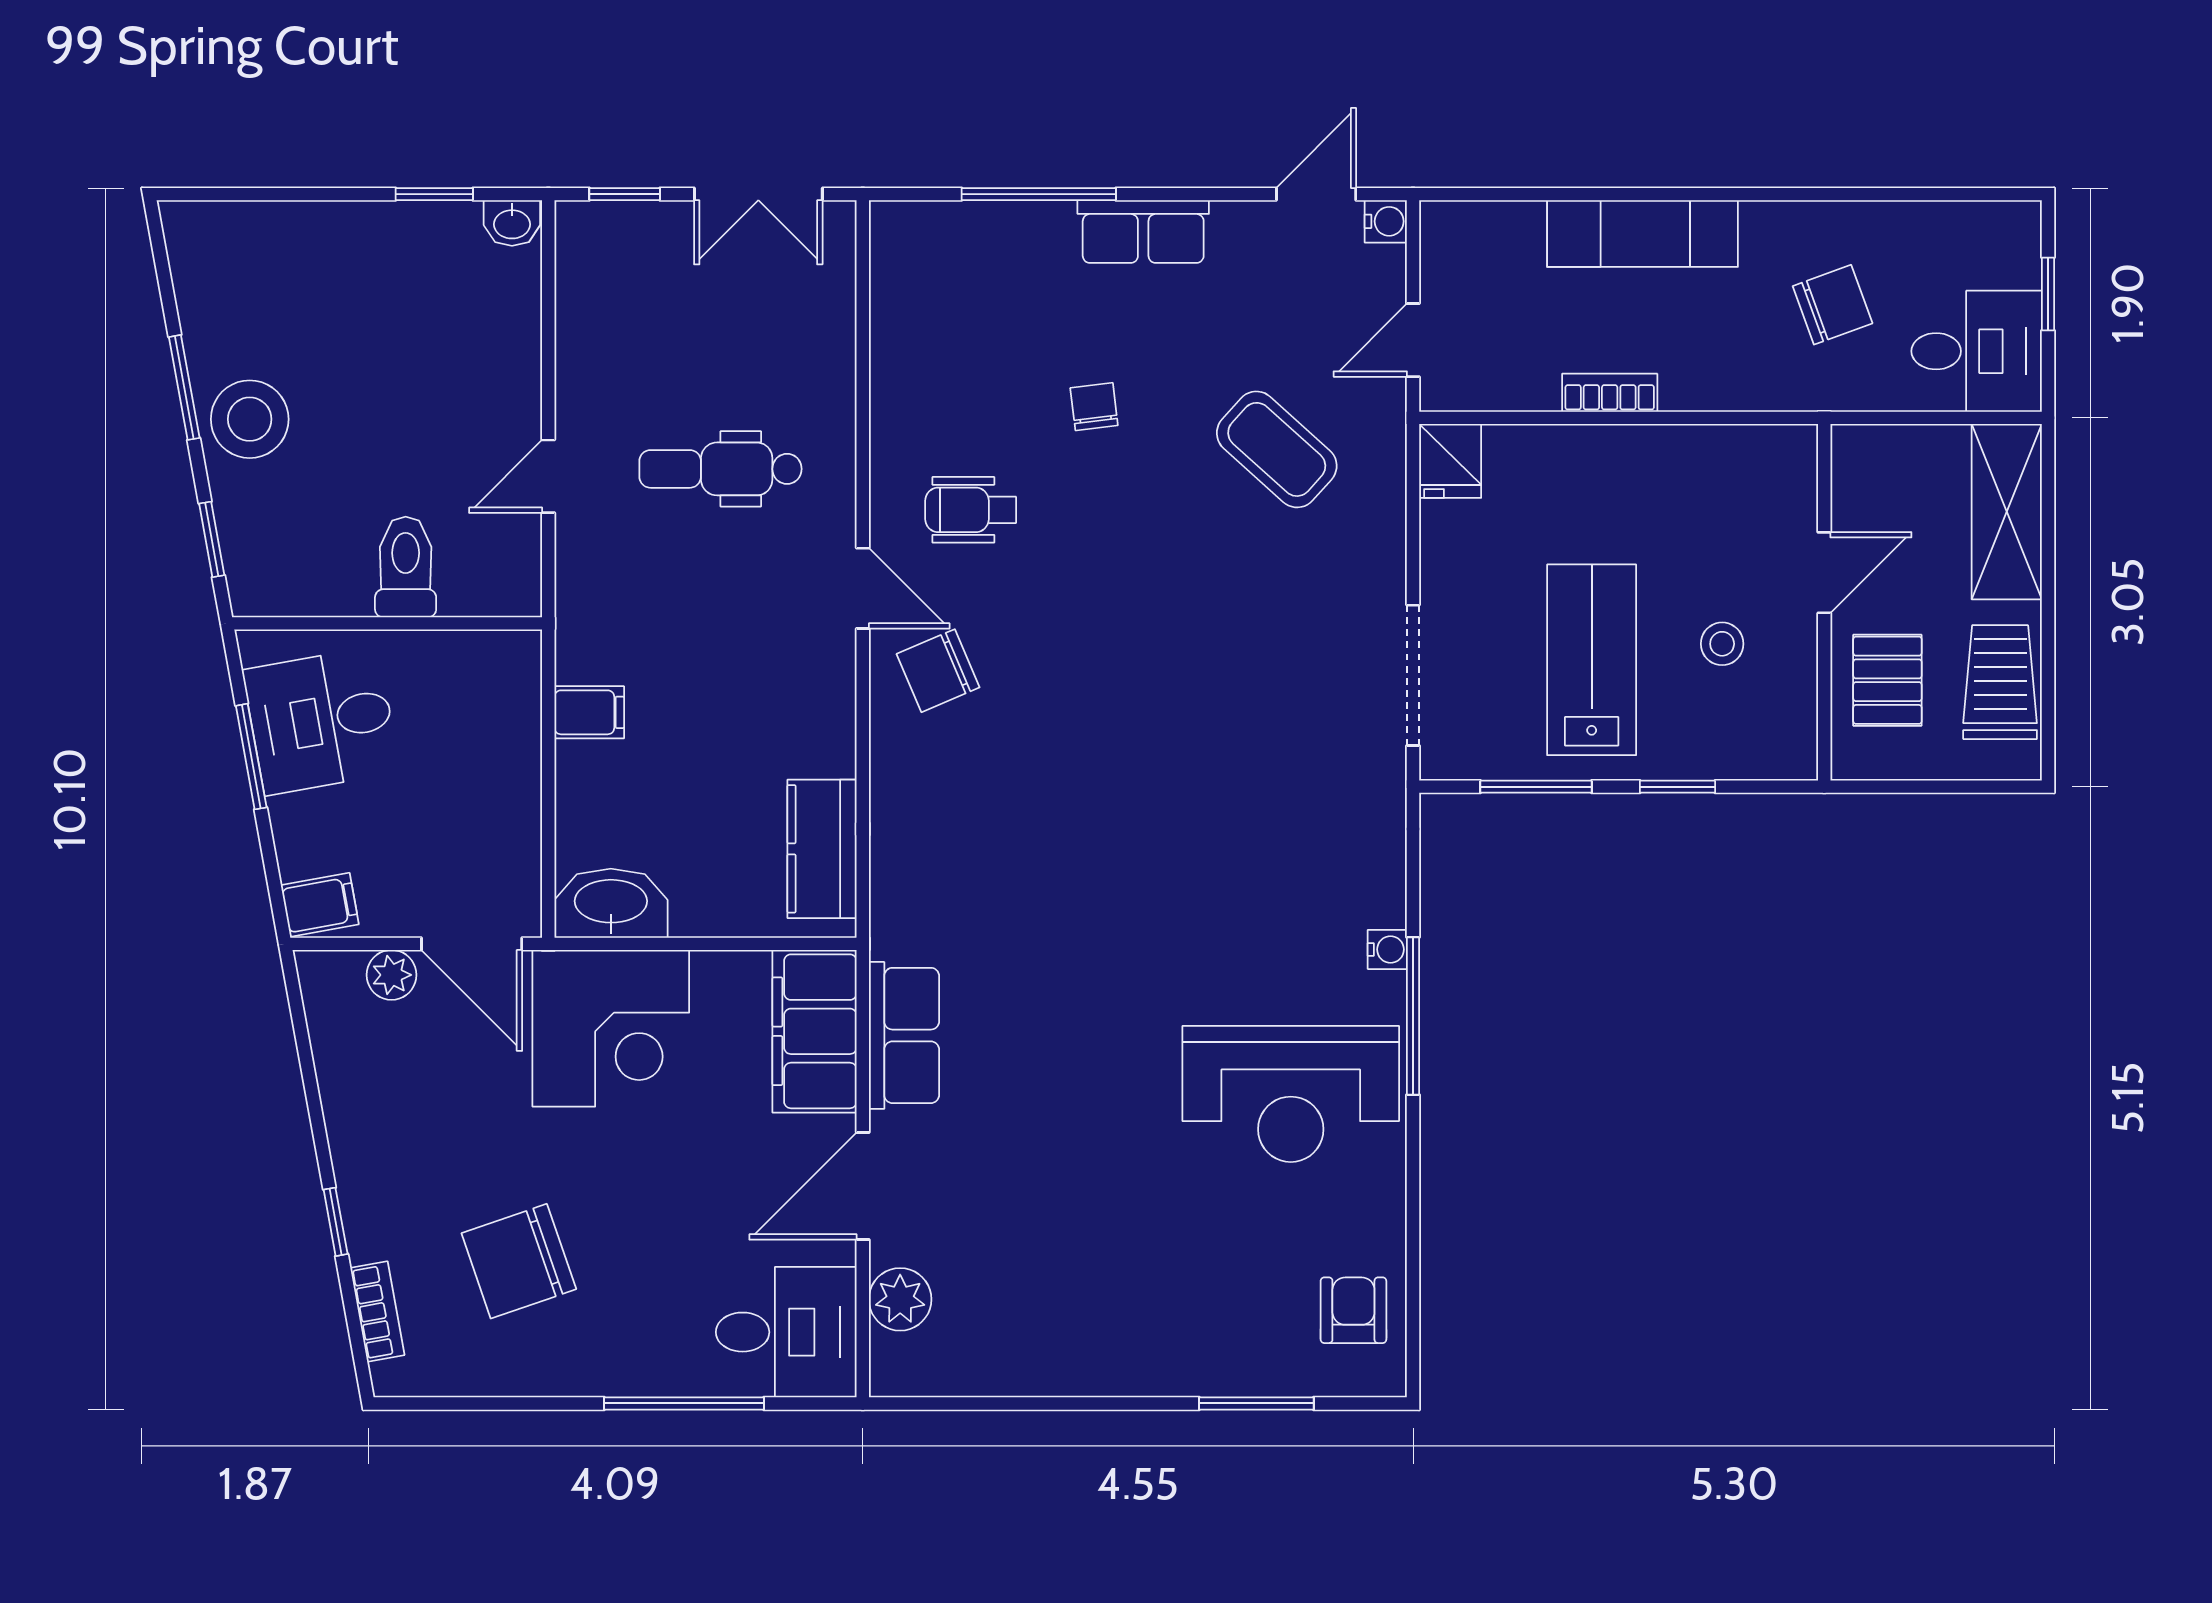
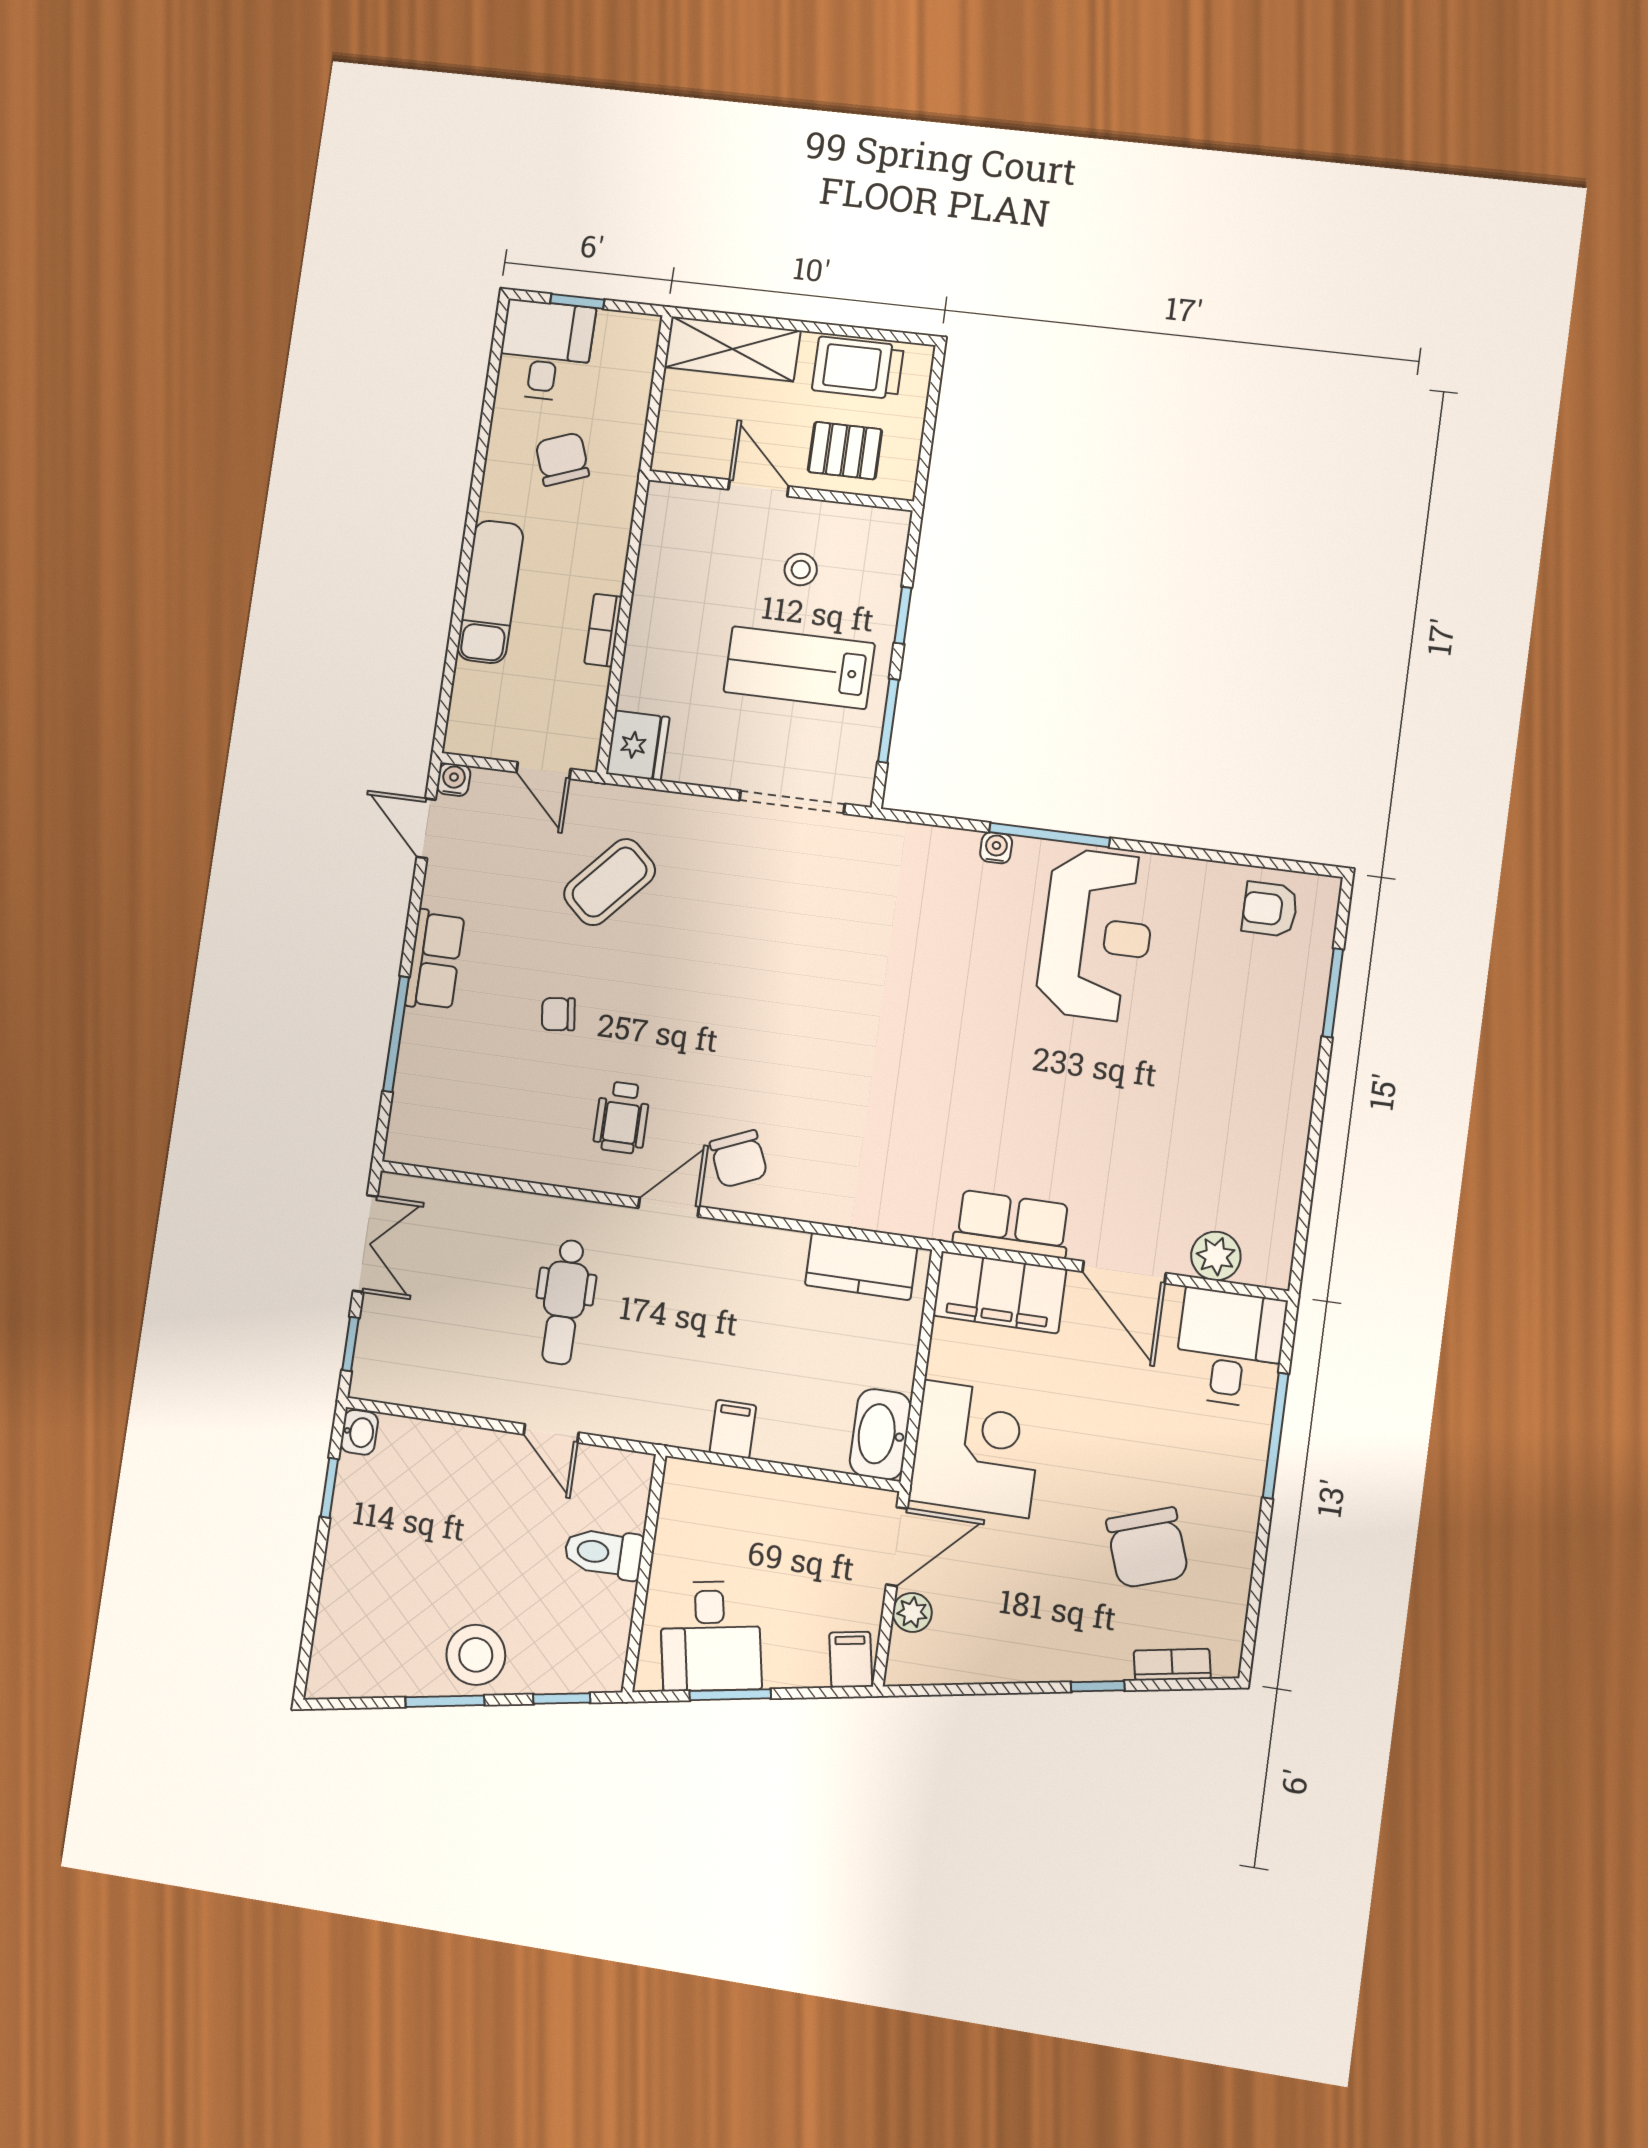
desk: (1977, 351) -> (545, 351), moved
fridge: (1450, 461) -> (638, 745), width x1.38

